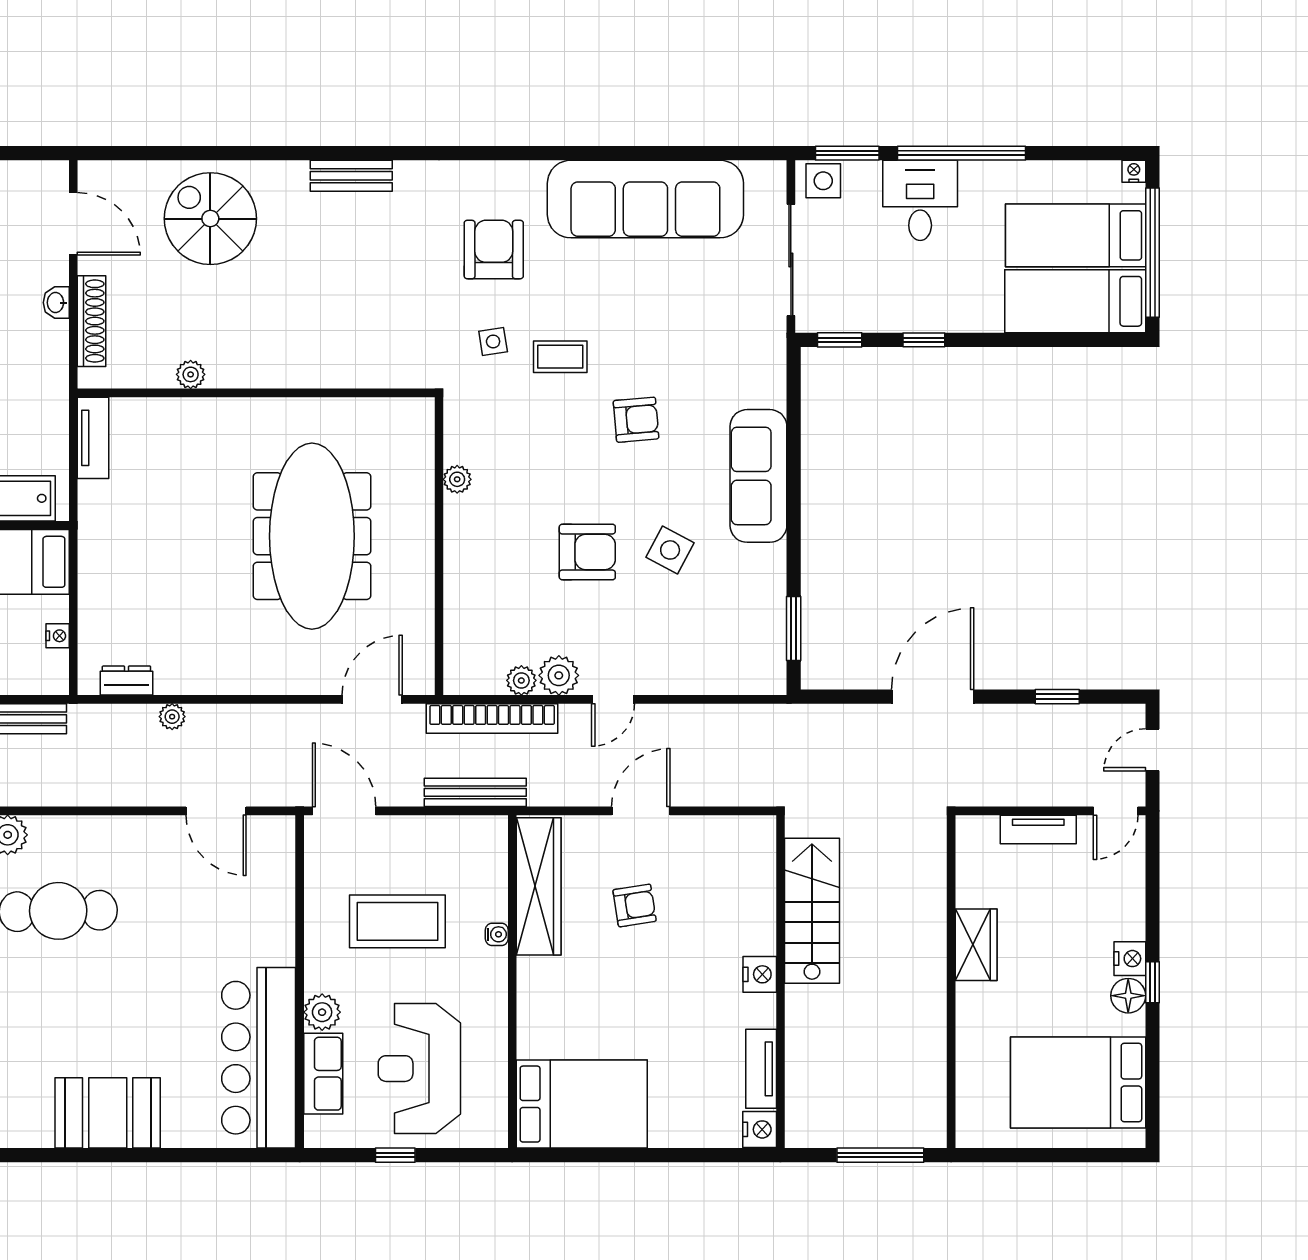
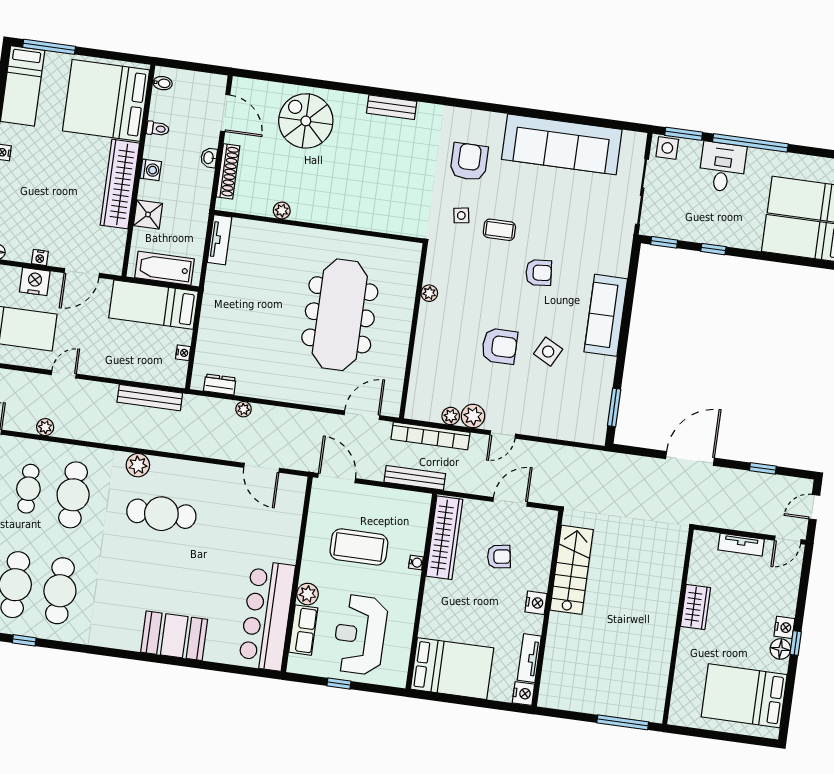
stairs: (812, 911) -> (572, 570), moved
nightstand: (760, 974) -> (536, 603), moved
wall: (780, 982) -> (548, 609), moved
tv unit: (761, 1069) -> (529, 658), moved
nightstand: (760, 1129) -> (523, 693), moved

